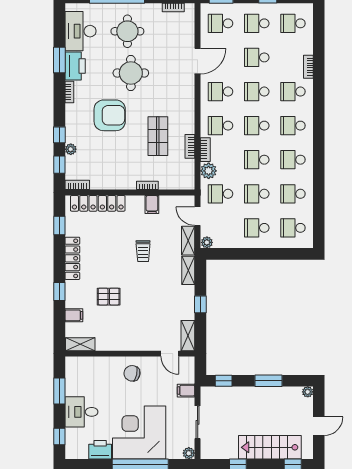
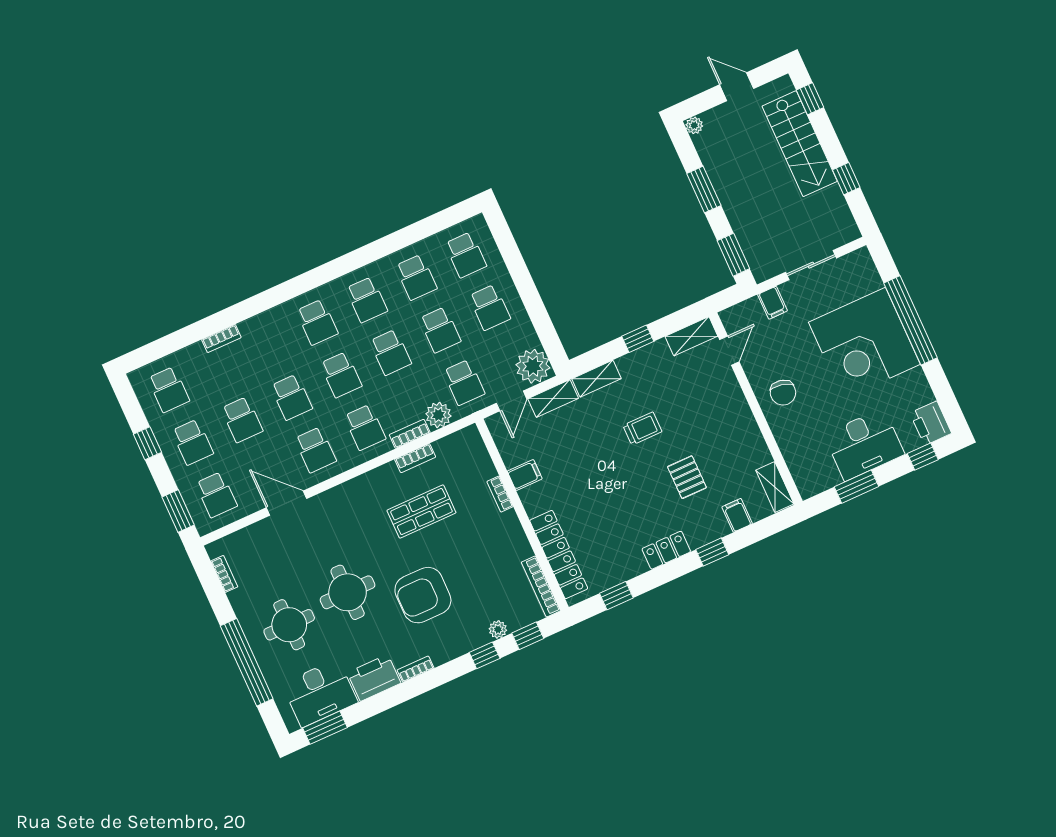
window: (59, 60) -> (325, 728), moved
school desk: (293, 92) -> (268, 345), removed
armchair: (110, 115) -> (423, 595), turned -90
bookcase: (77, 185) -> (541, 586), width x1.56
plant: (207, 242) -> (533, 366), width x1.88, depth x1.88
trolley: (143, 251) -> (642, 429), moved
locker: (72, 258) -> (666, 550), width x0.66
window: (224, 381) -> (733, 255), width x1.50
desk: (81, 412) -> (864, 444), width x1.37
printer: (100, 450) -> (931, 423), moved
plant: (189, 453) -> (862, 258), removed

